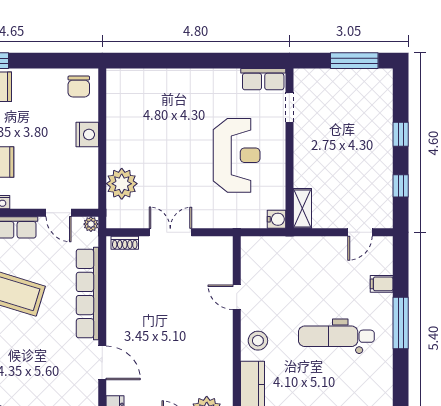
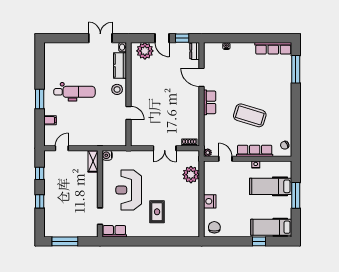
rug: (184, 115) -> (157, 212), added
row of seats: (87, 293) -> (210, 102), width x0.50
window: (401, 323) -> (40, 99), width x0.69

